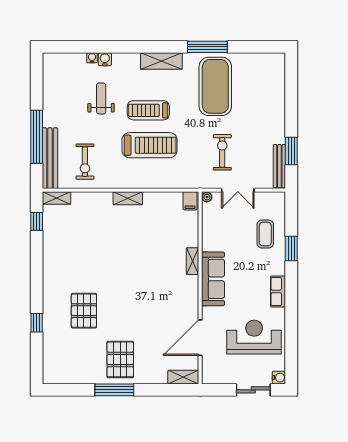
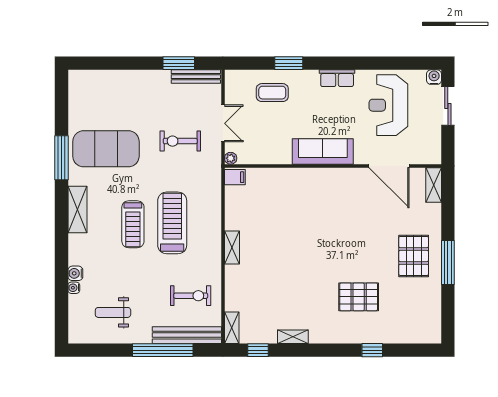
weight bench: (101, 98) -> (113, 312), moved
shelving: (193, 261) -> (293, 337), moved
pallet: (120, 359) -> (414, 256), turned 90

